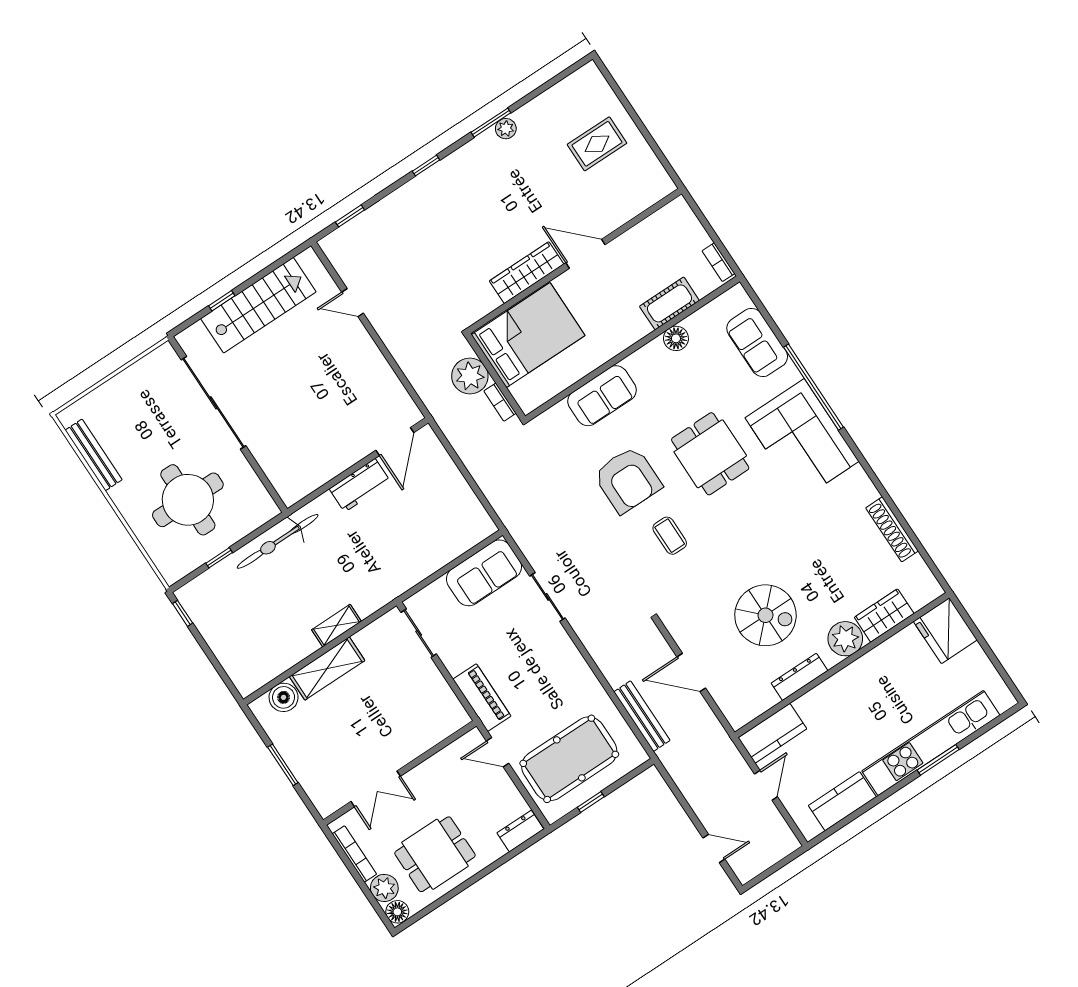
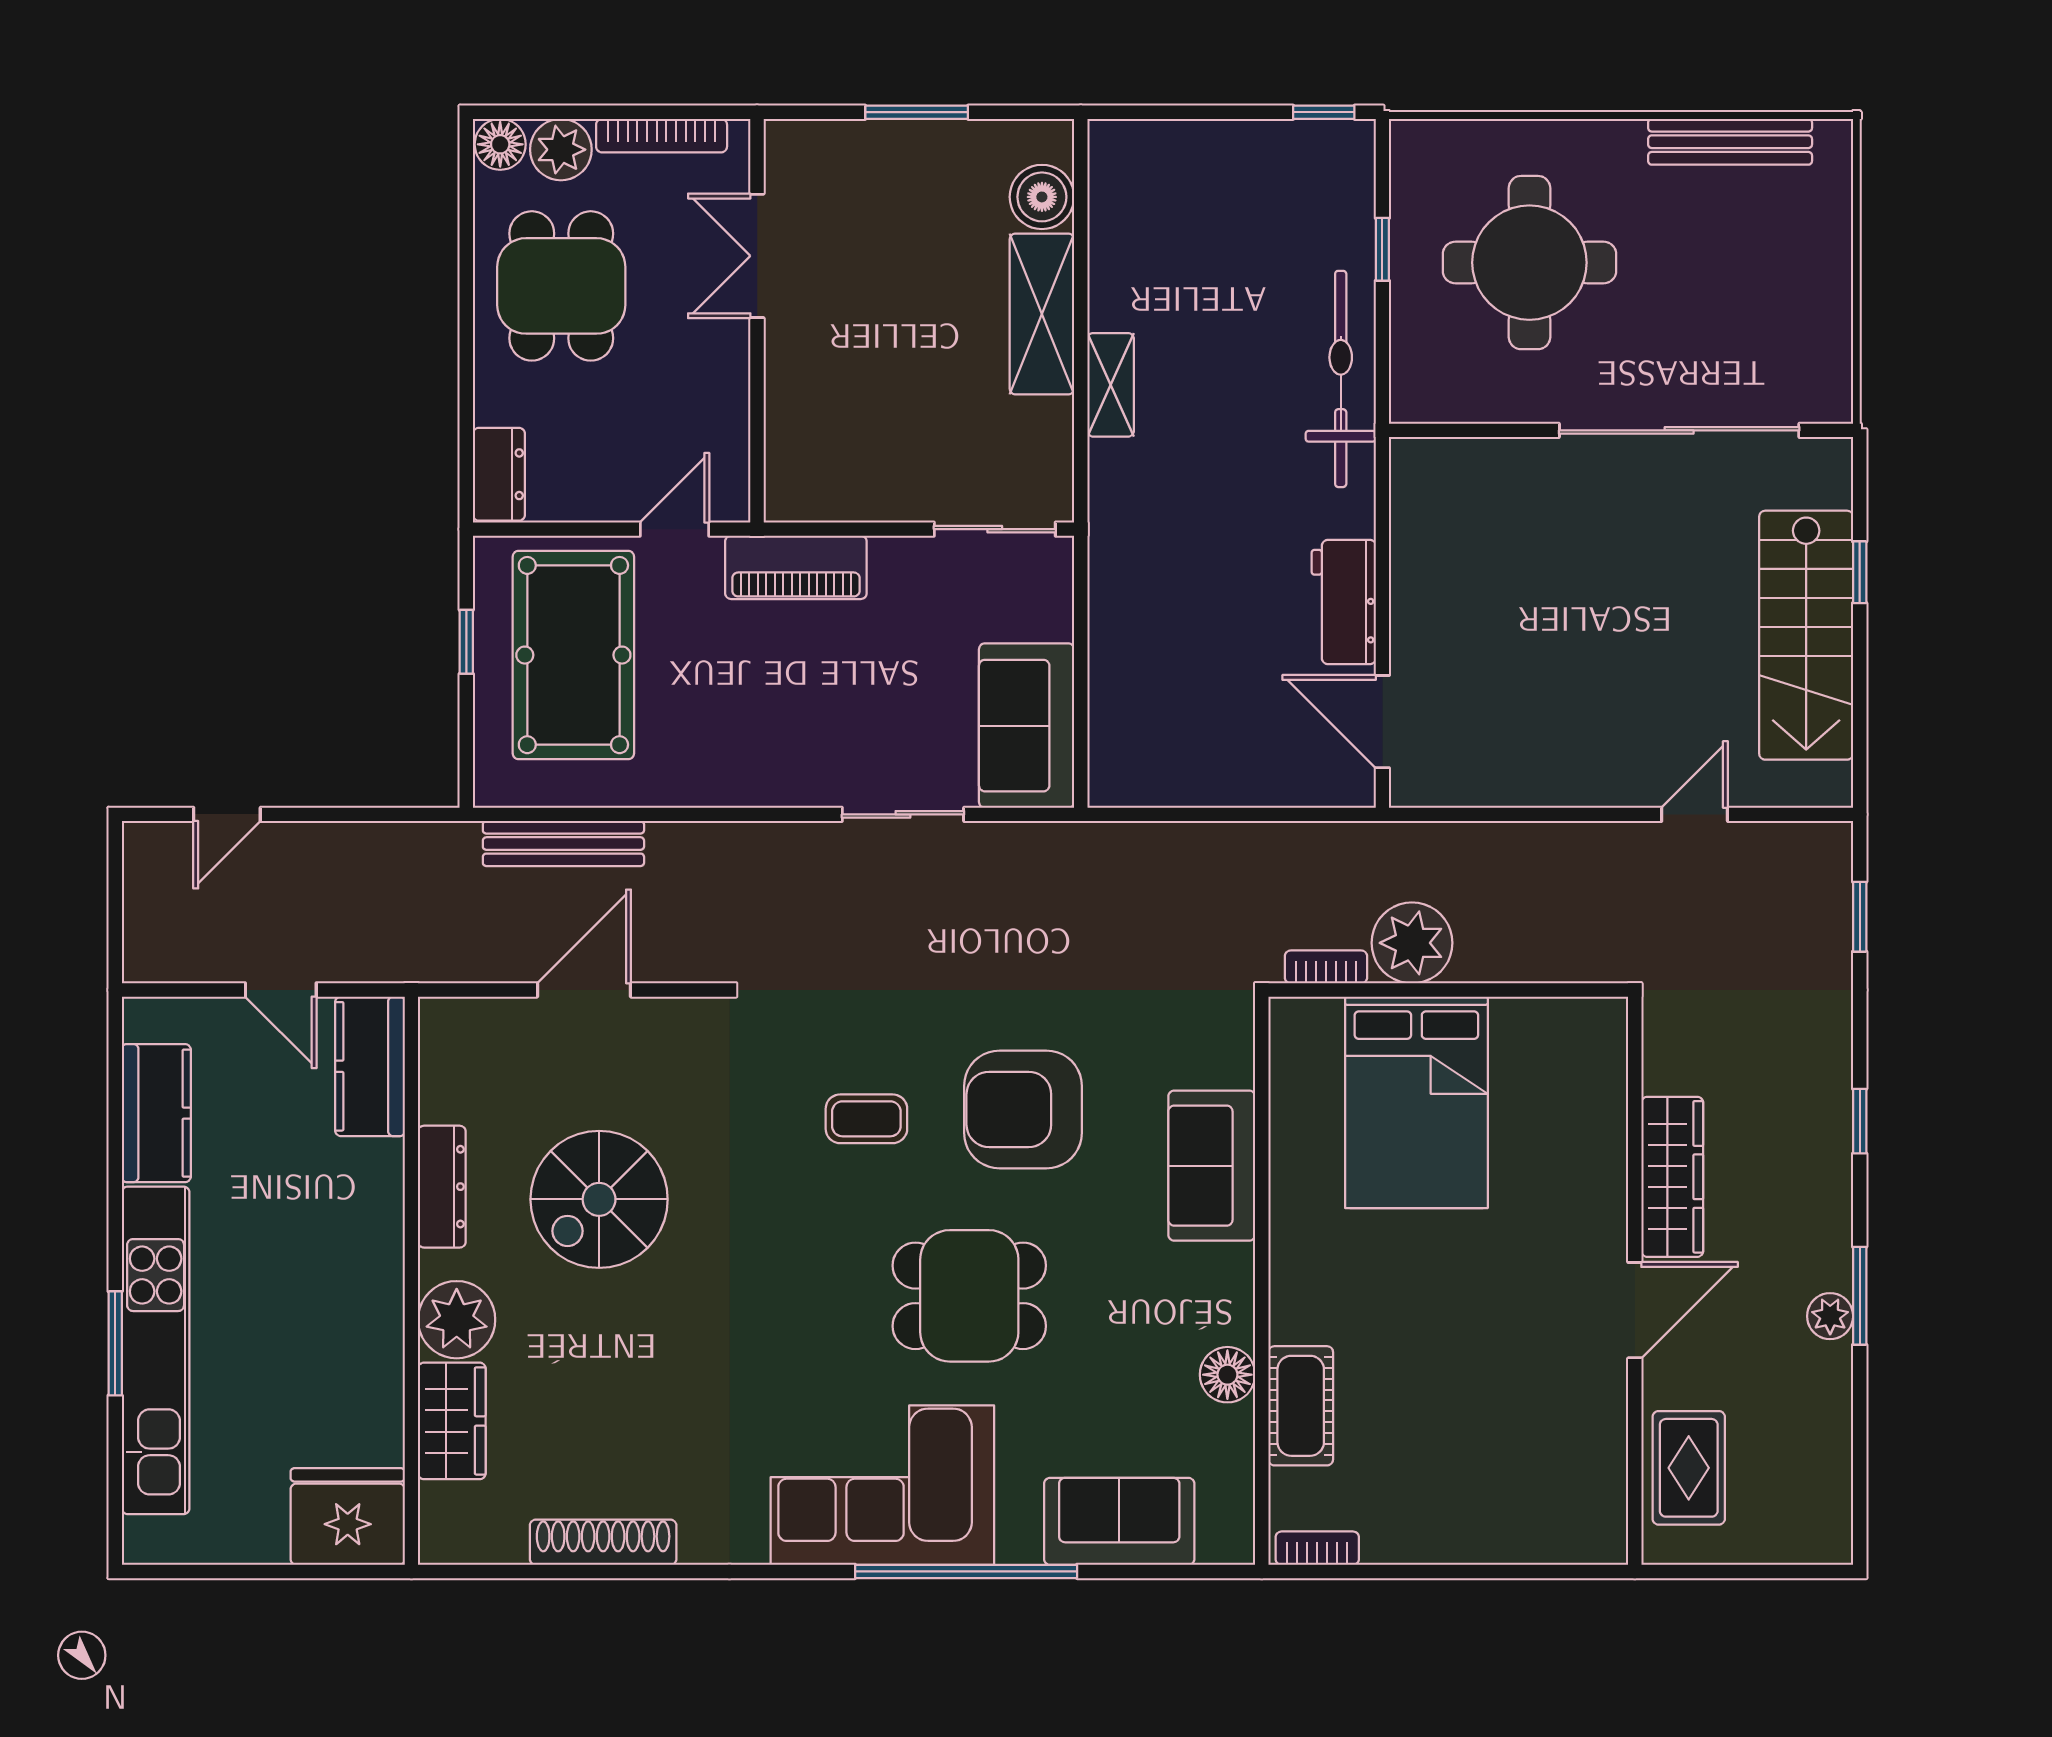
door: (585, 254) -> (1635, 1310), moved
wall: (574, 261) -> (1635, 1281), moved
wardrobe: (527, 273) -> (1672, 1177), moved

